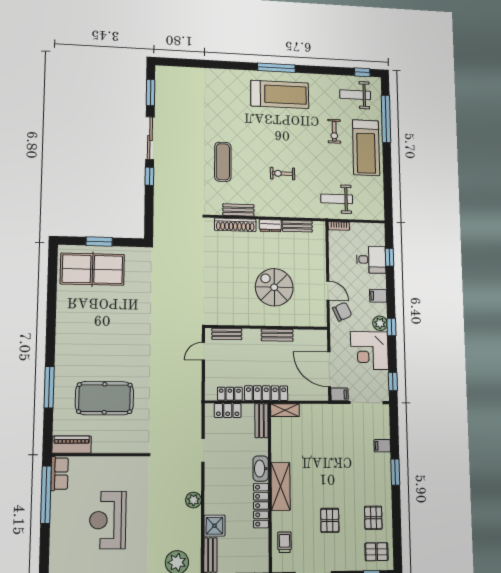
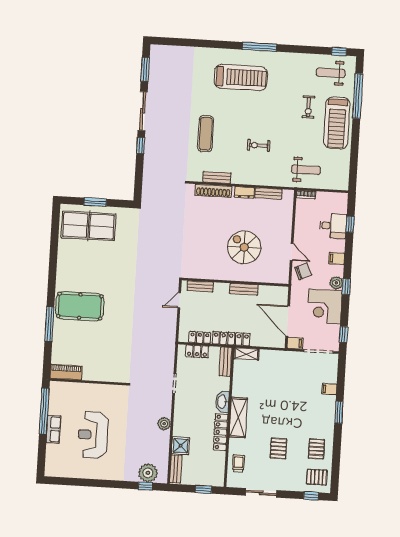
treadmill: (280, 94) -> (241, 77), moved
weight bench: (337, 199) -> (306, 170), turned 180
pool table: (105, 398) -> (80, 306), moved
row of seats: (59, 474) -> (53, 429), moved

